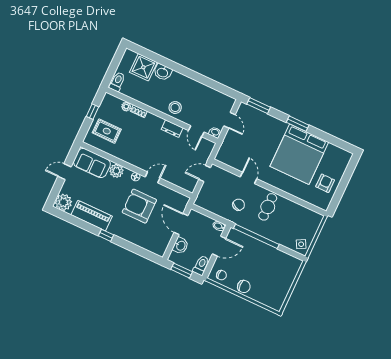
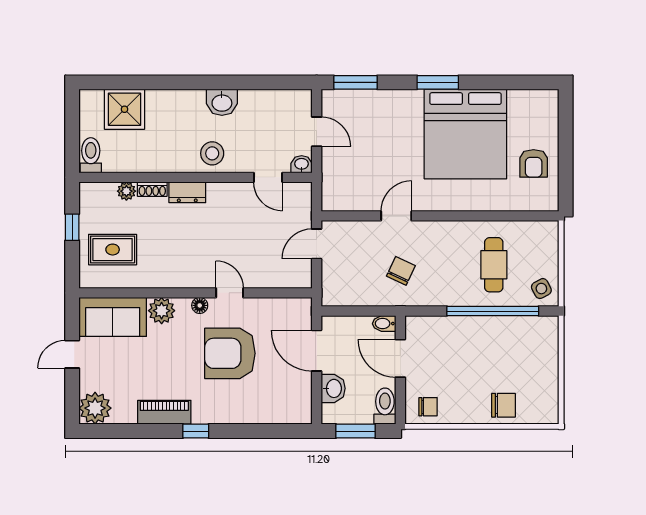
washbasin: (163, 72) -> (222, 102), moved
dresser: (172, 129) -> (187, 192), moved
door: (153, 177) -> (230, 293), hinge flipped
door: (248, 178) -> (396, 216), hinge flipped
armchair: (325, 183) -> (534, 163), turned 180
cafe table: (268, 207) -> (494, 265), moved
piano: (92, 216) -> (164, 412), width x0.73, depth x0.75
window: (256, 236) -> (493, 311), moved
door: (219, 246) -> (400, 358), swing flipped
chair: (244, 286) -> (503, 405), moved

